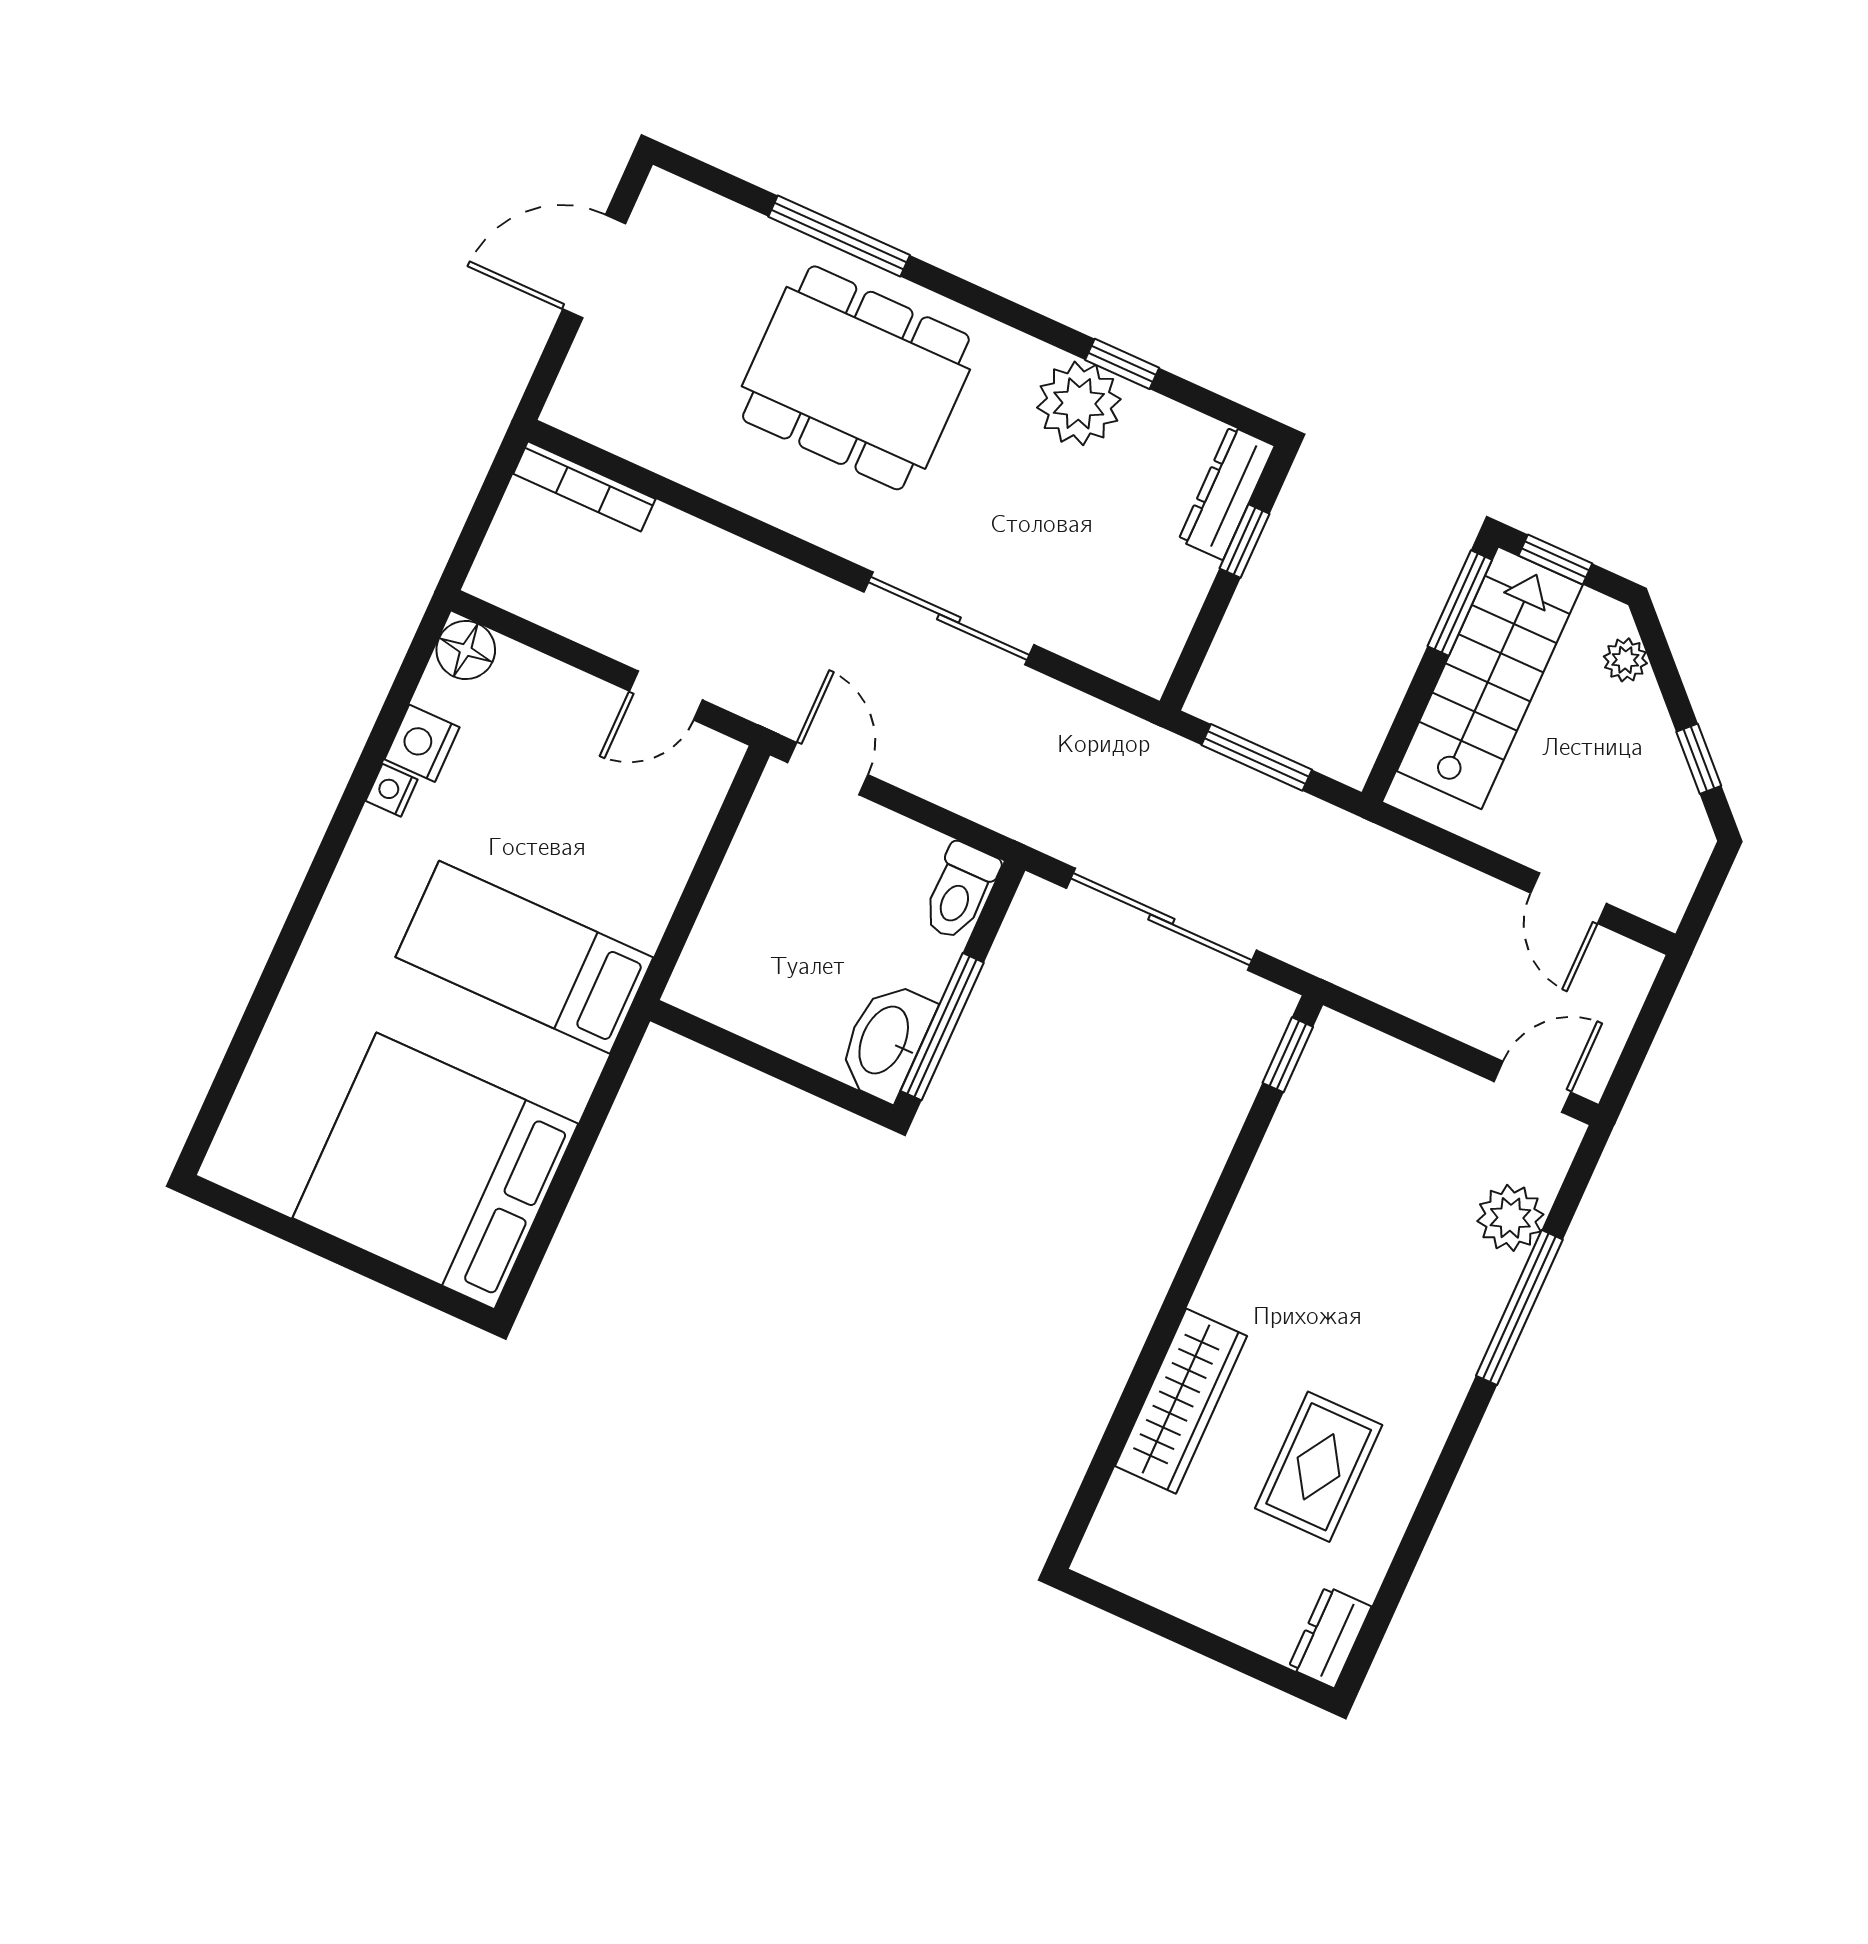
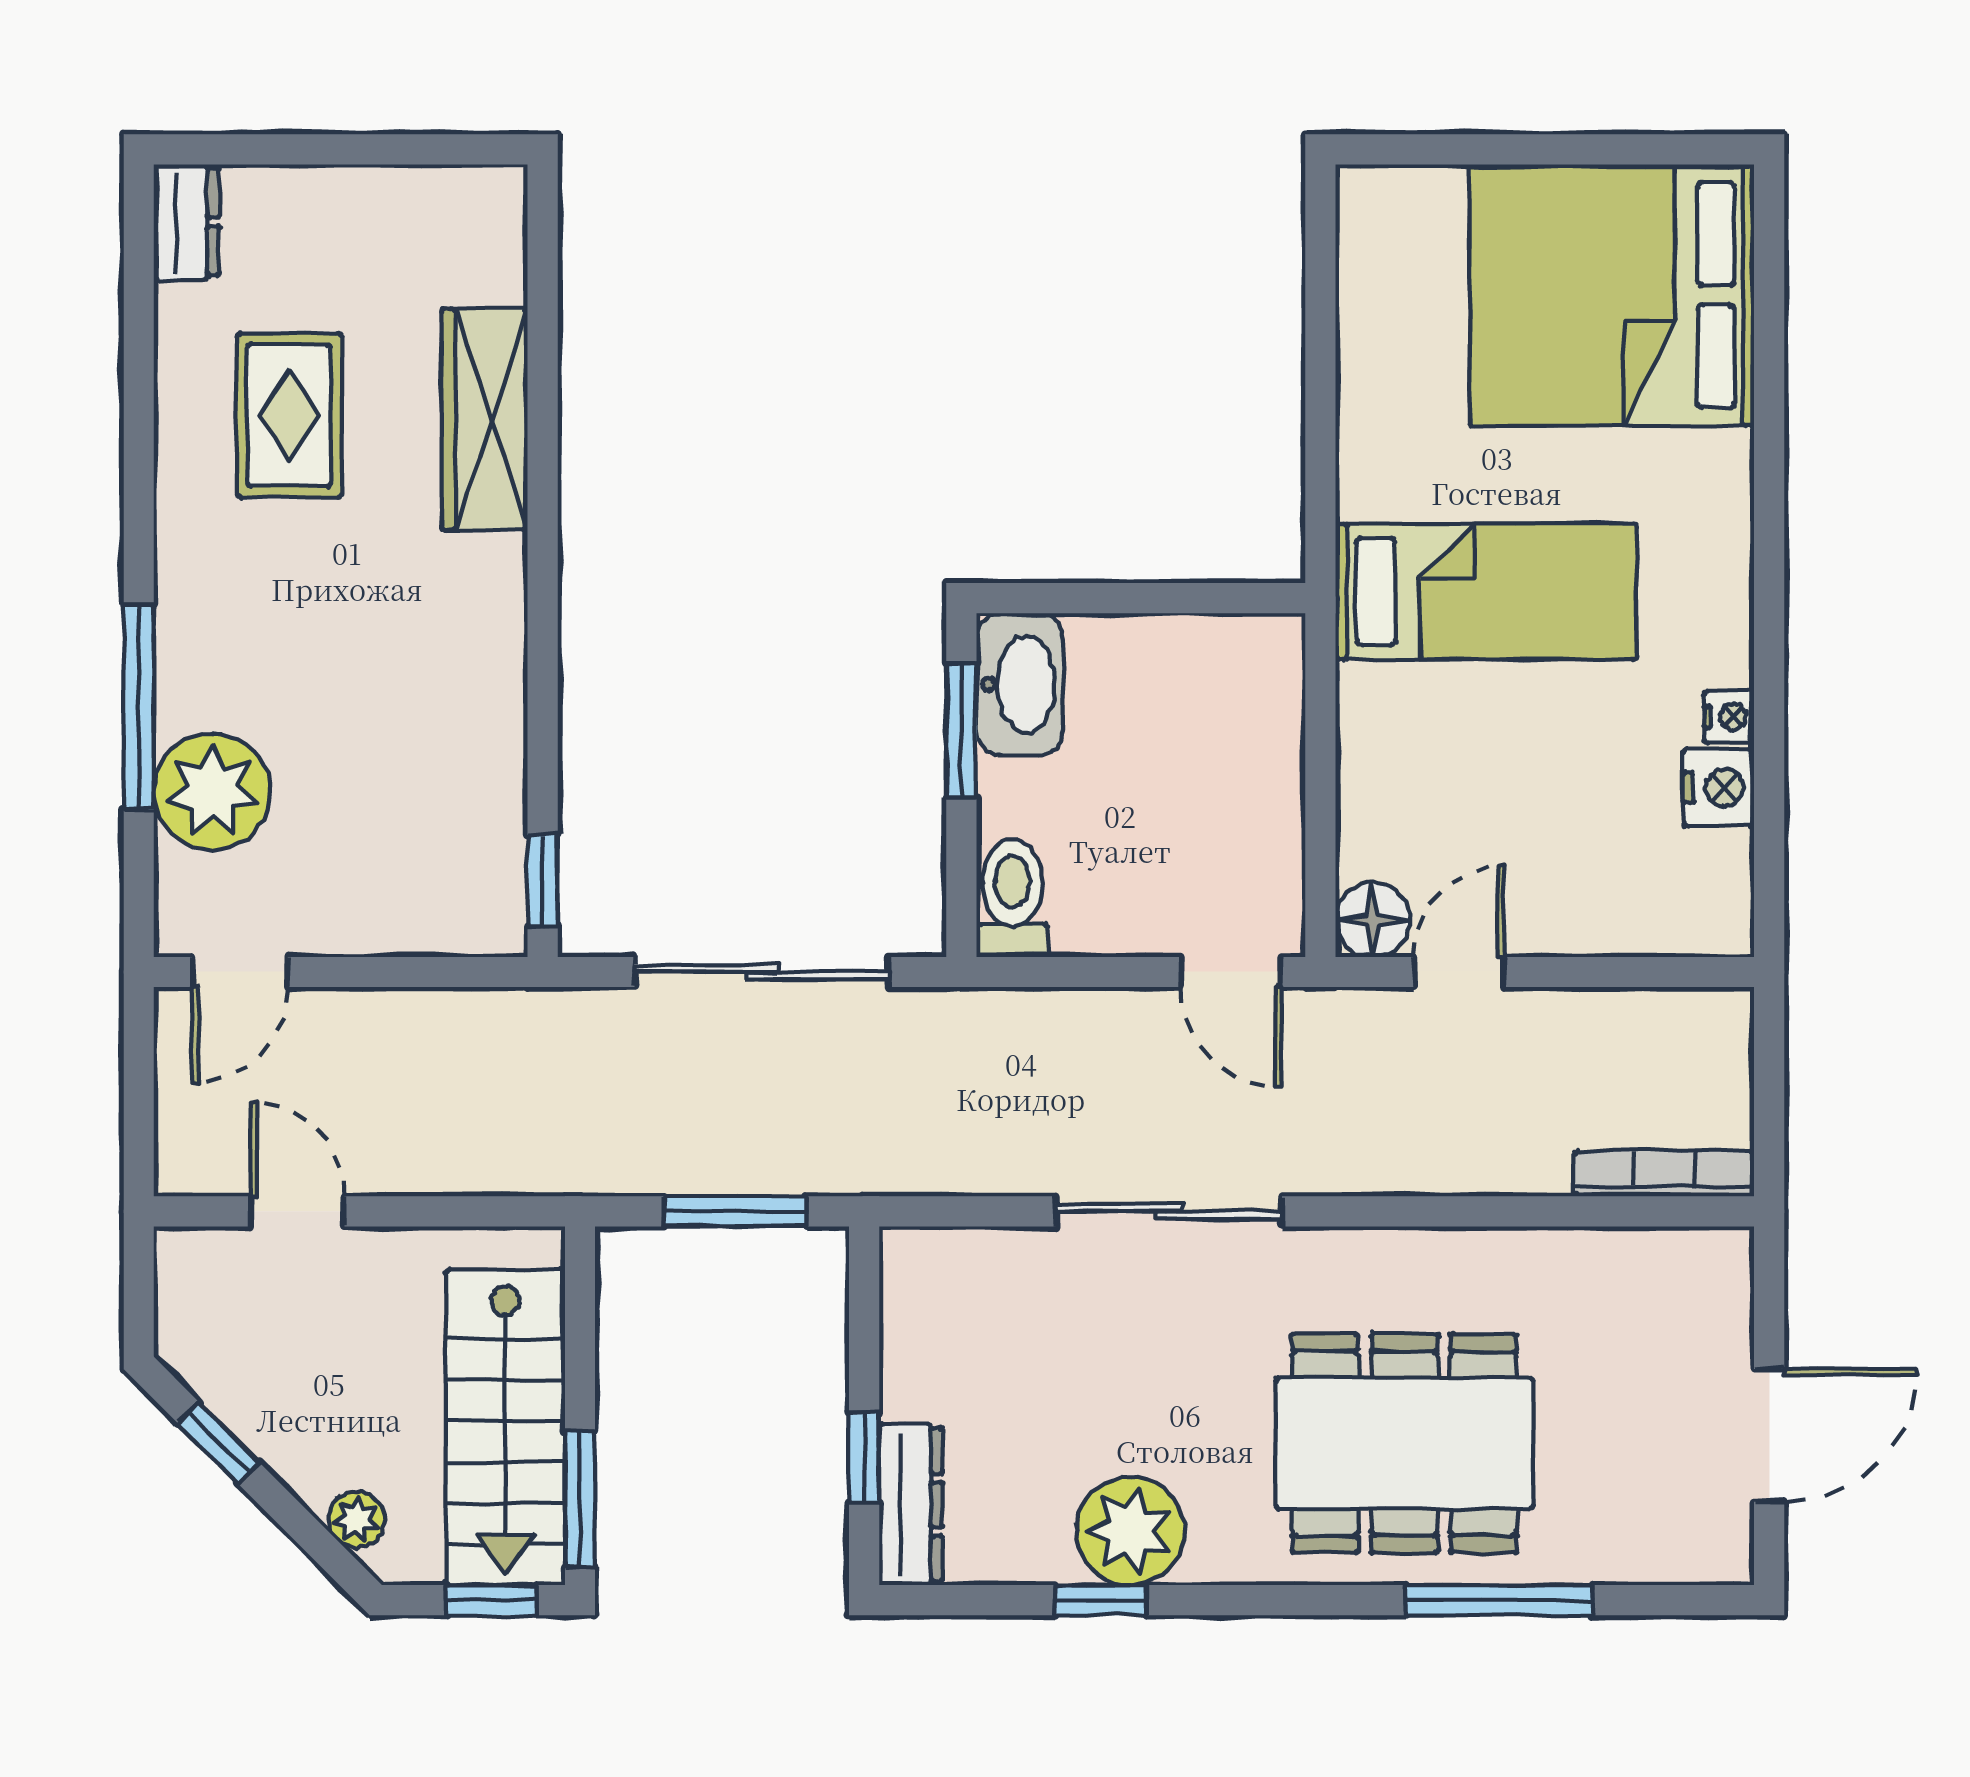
floor lamp: (466, 650) -> (1373, 920), moved
window: (942, 1027) -> (961, 731), width x0.69
bed: (435, 1171) -> (1612, 295), moved, turned 180
plant: (1510, 1218) -> (212, 792), width x1.36, depth x1.36

